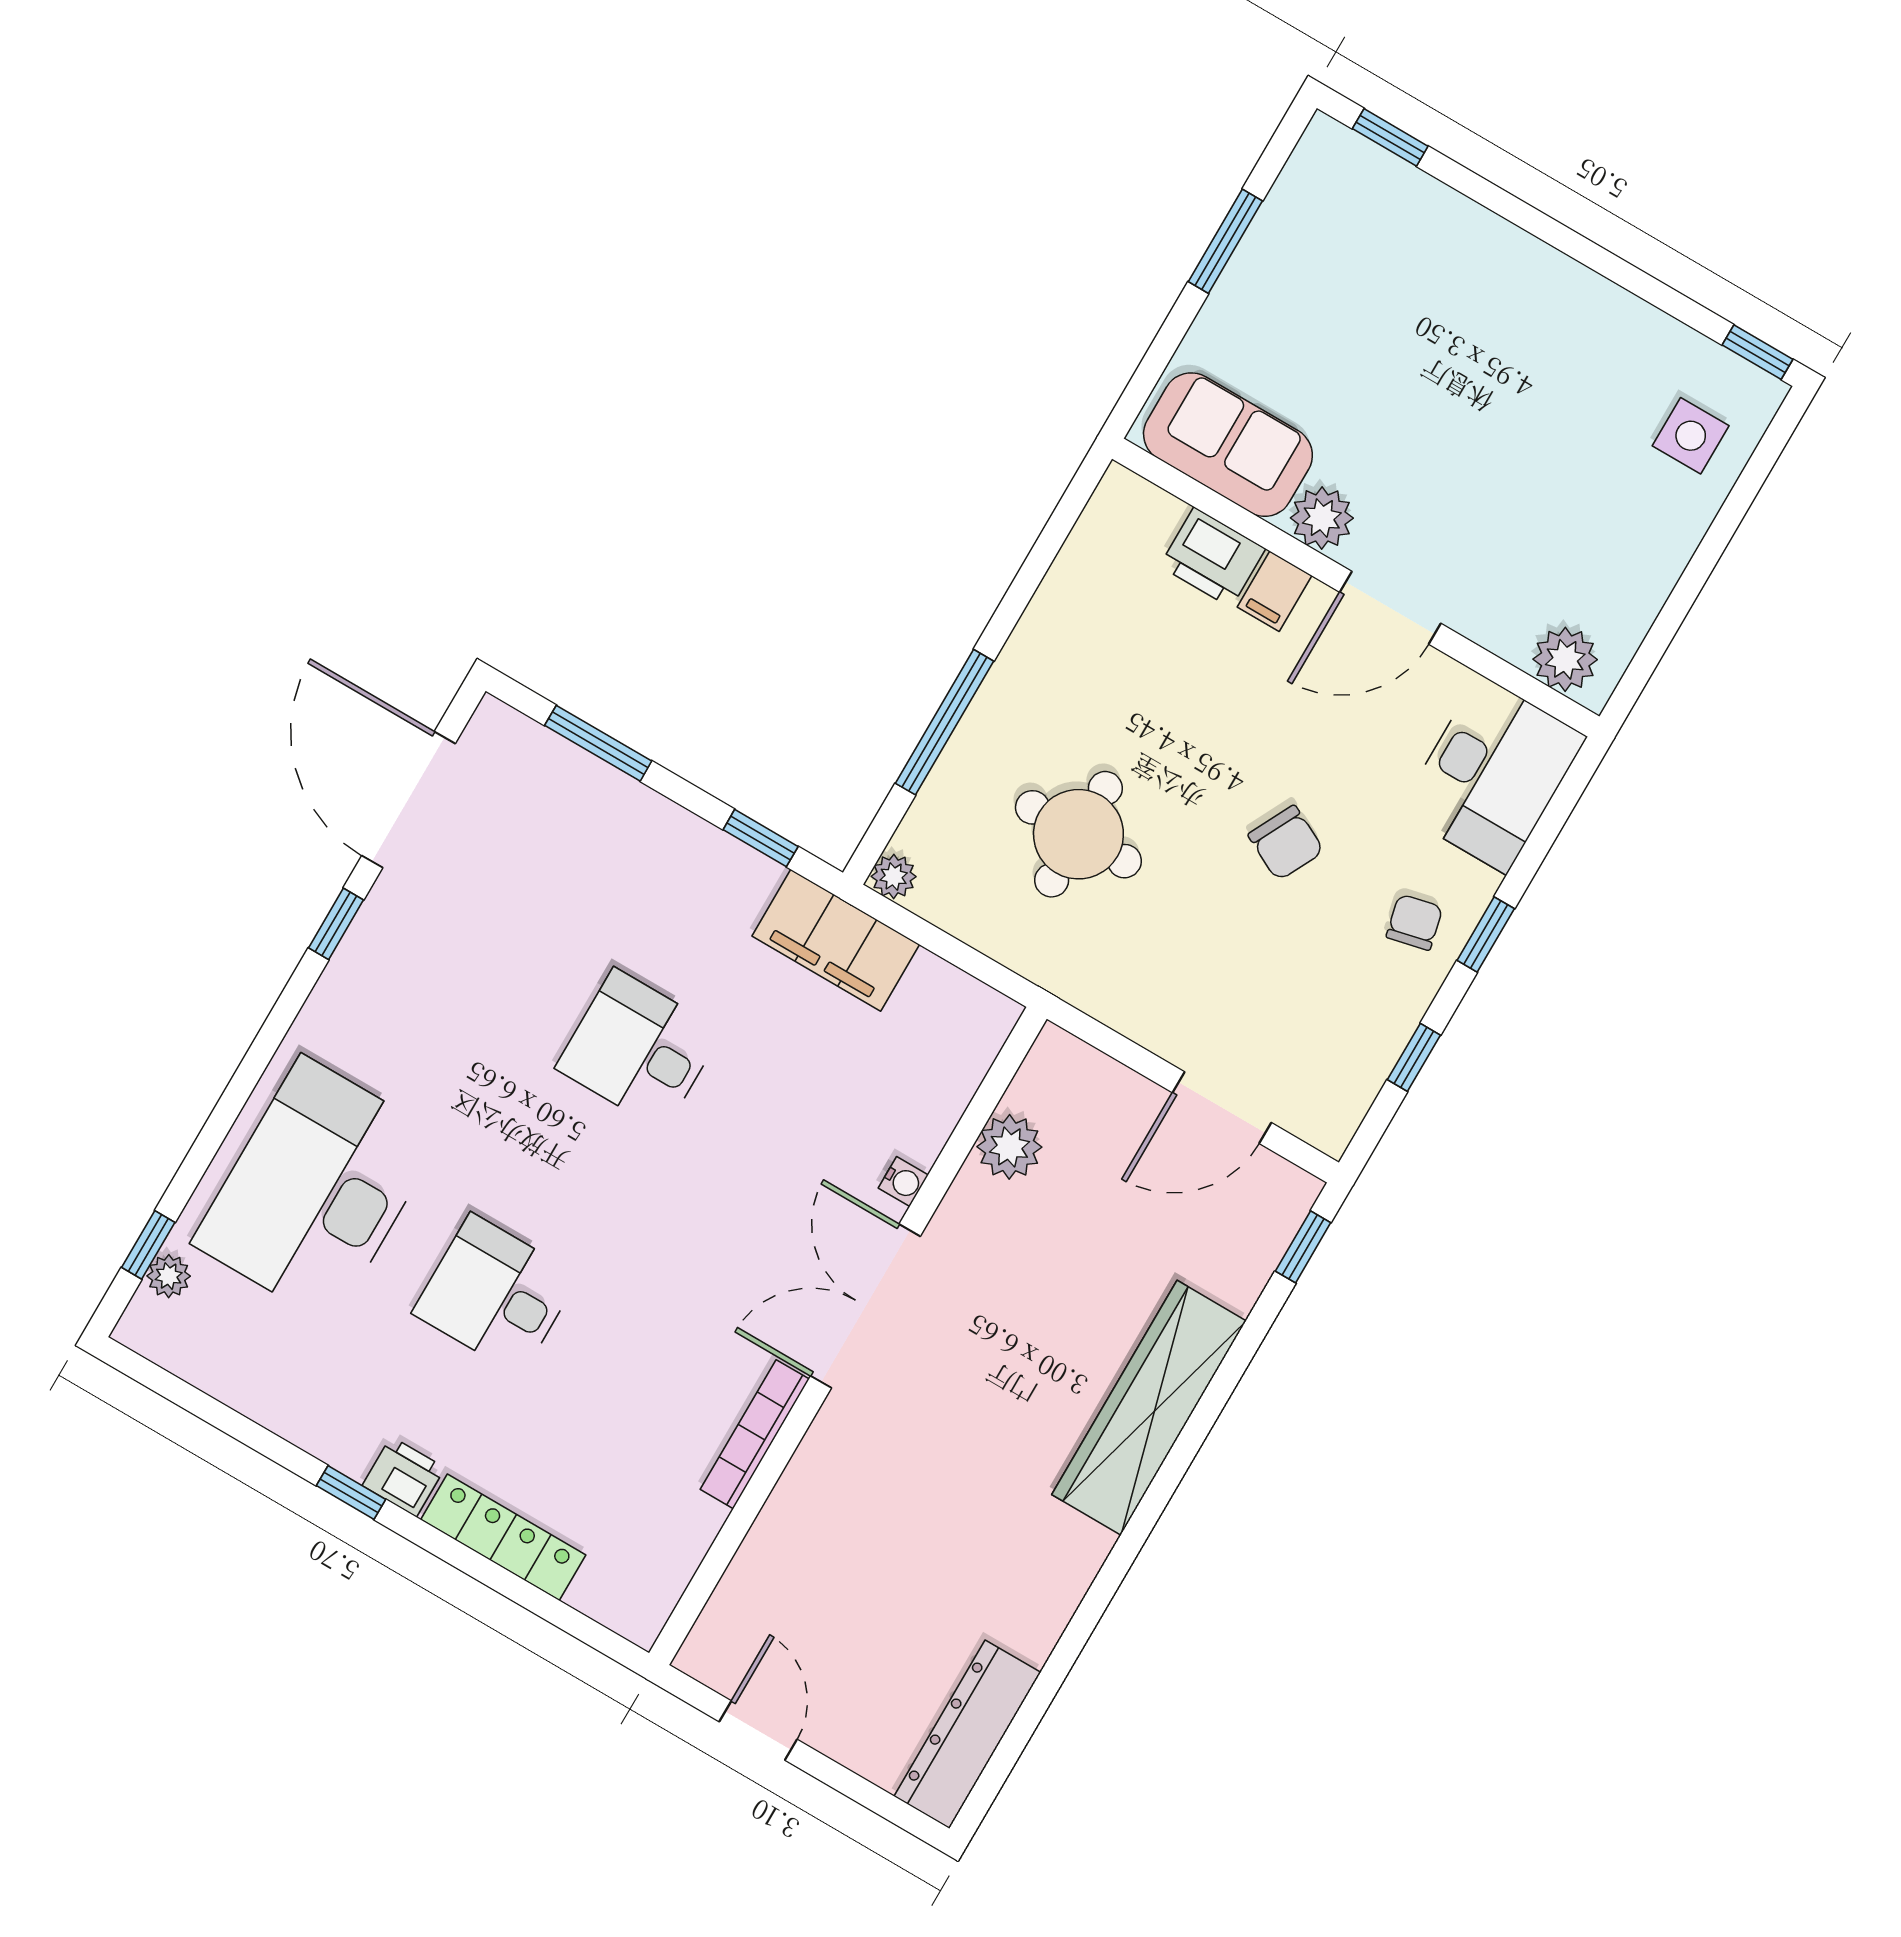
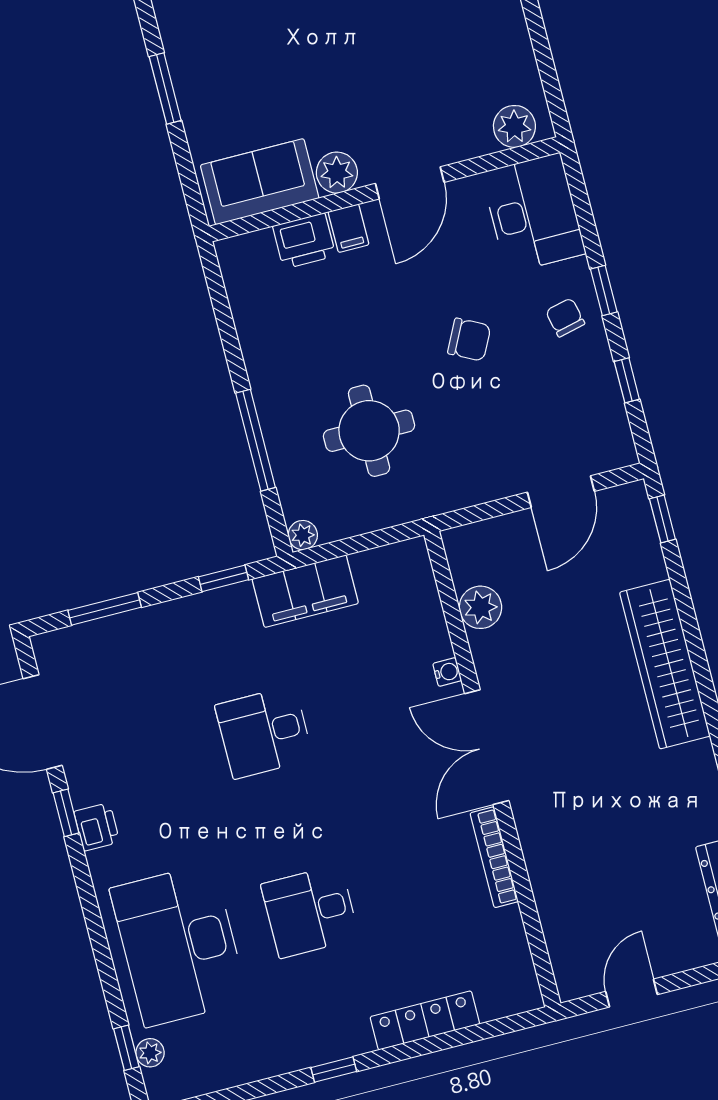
printer: (404, 1477) -> (97, 827), moved, turned 90
door: (758, 1730) -> (632, 993), hinge flipped

